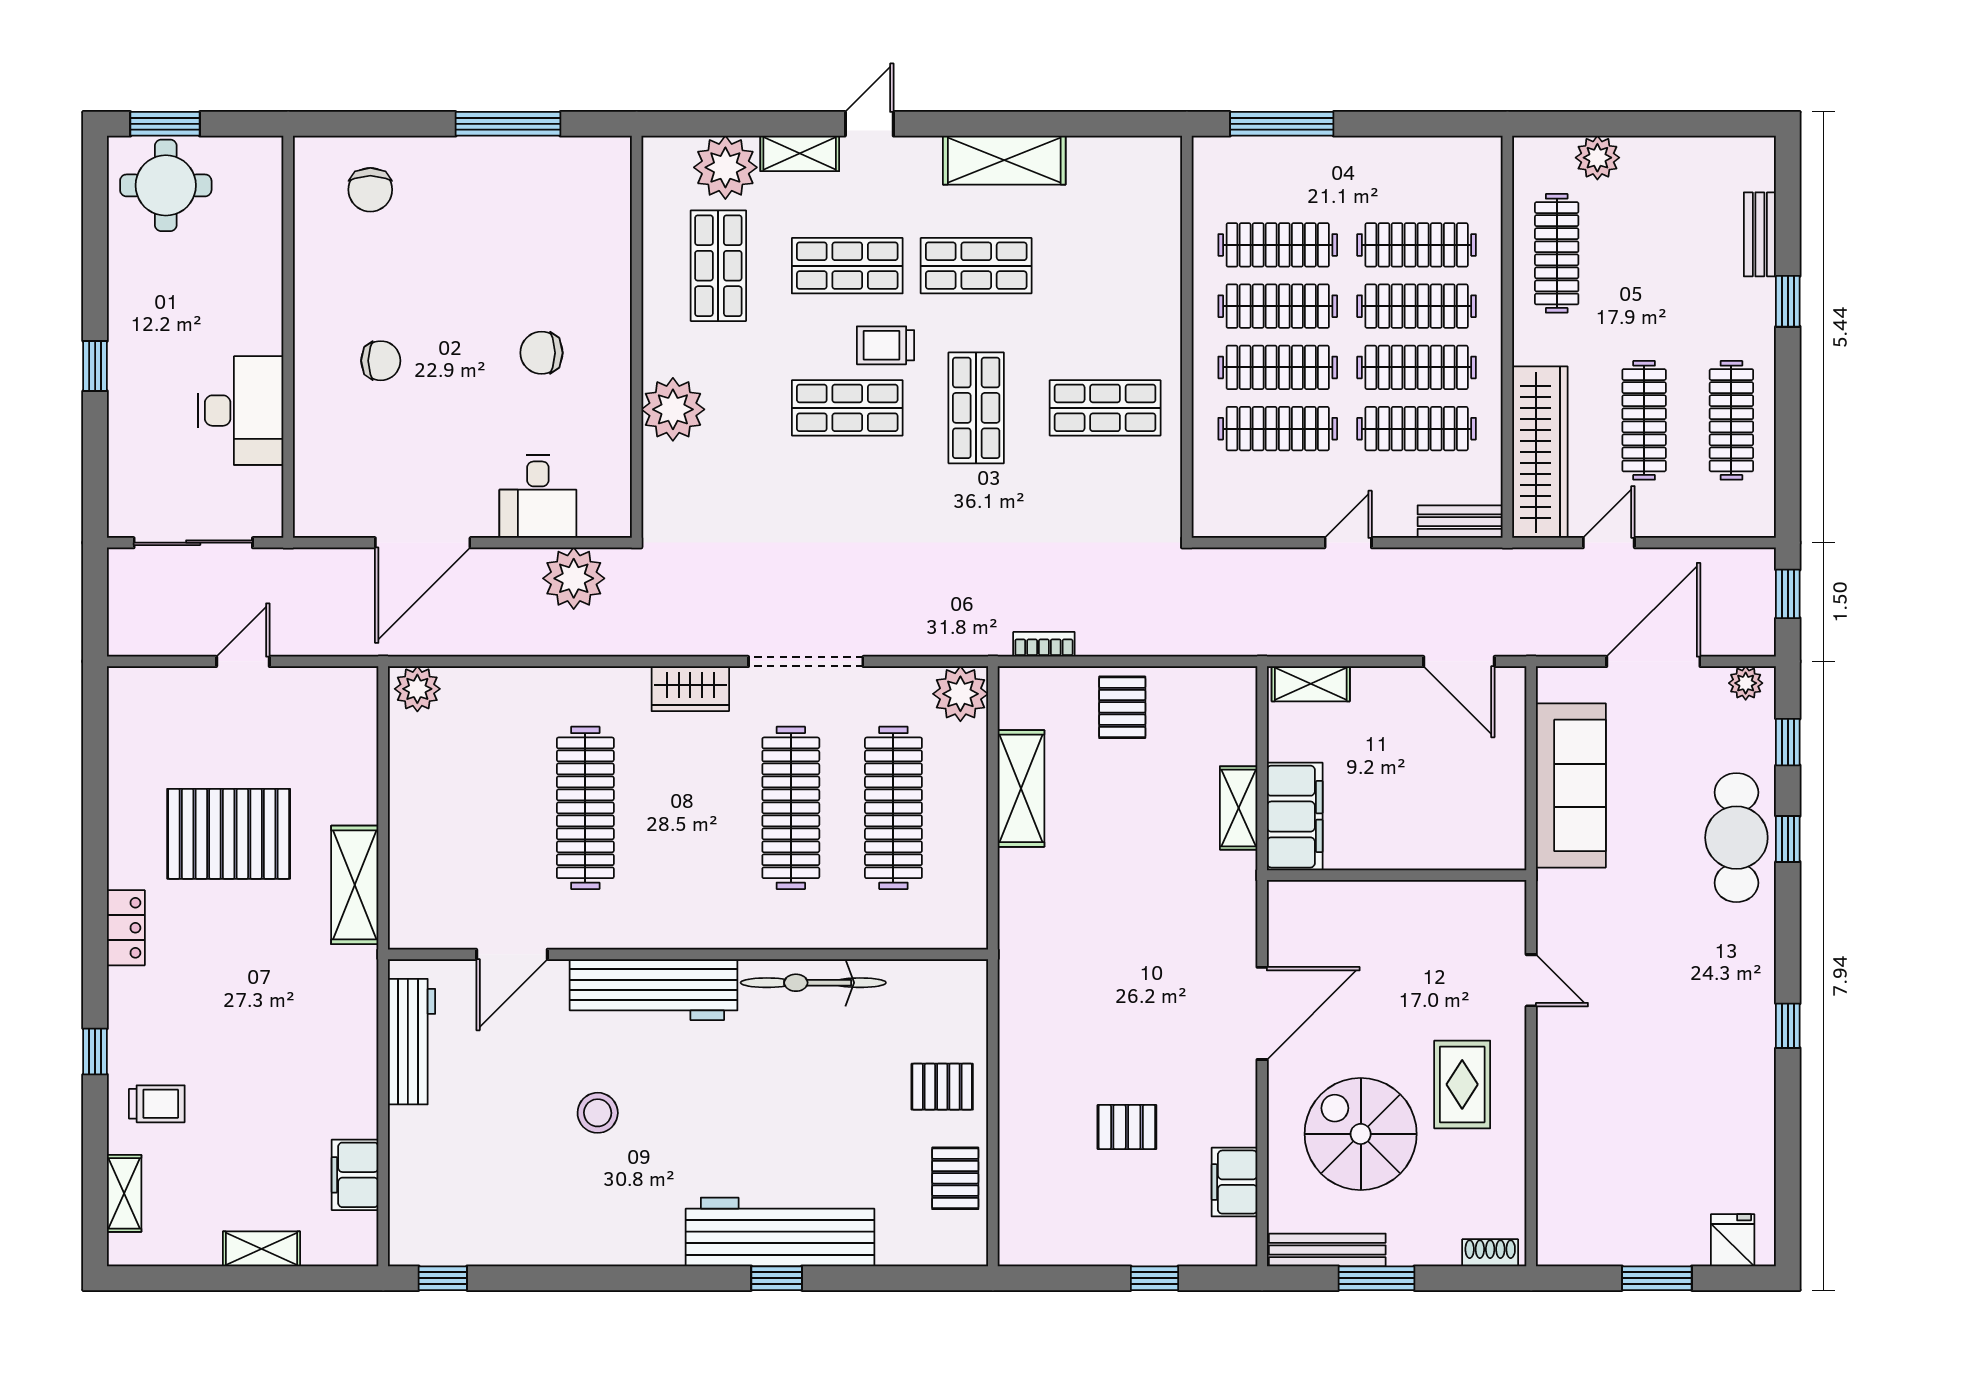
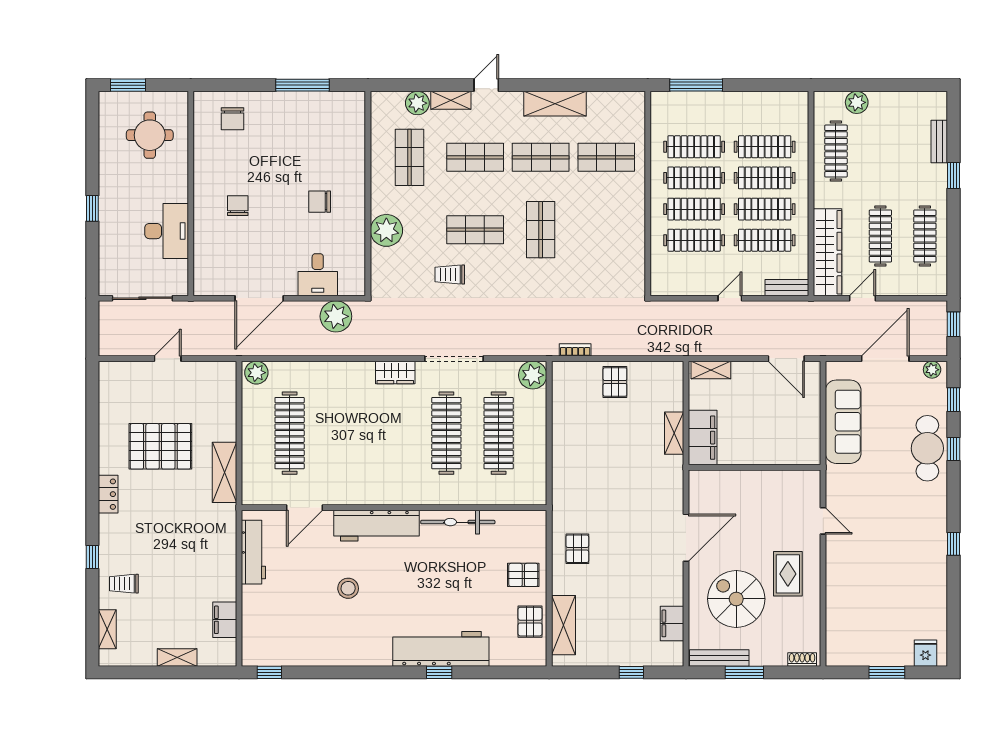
plant: (725, 167) -> (417, 103), width x0.73, depth x0.73
round table: (166, 185) -> (150, 135), moved
trolley: (886, 345) -> (450, 275), moved
chair: (381, 361) -> (238, 206), turned -90
shop shelf: (1105, 408) -> (606, 157), moved
shelving: (1021, 788) -> (563, 625), moved
clothes rail: (585, 808) -> (290, 433), moved
trolley: (157, 1104) -> (124, 584), turned 180
pallet: (1127, 1127) -> (577, 549), moved, turned 90

